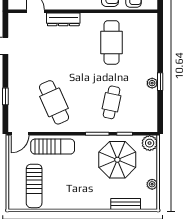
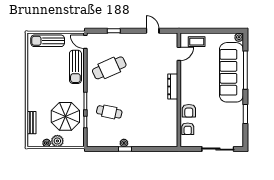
dresser: (63, 19) -> (173, 87), moved
cafe table: (112, 42) -> (155, 112), removed
plant: (150, 143) -> (57, 141), moved
sun lounger: (34, 186) -> (48, 41), moved

